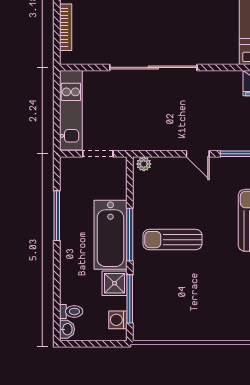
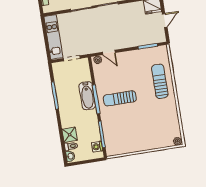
door: (198, 154) -> (109, 52), moved
bathtub: (110, 235) -> (87, 96), width x0.73, depth x0.73
shower: (115, 283) -> (70, 135), moved

